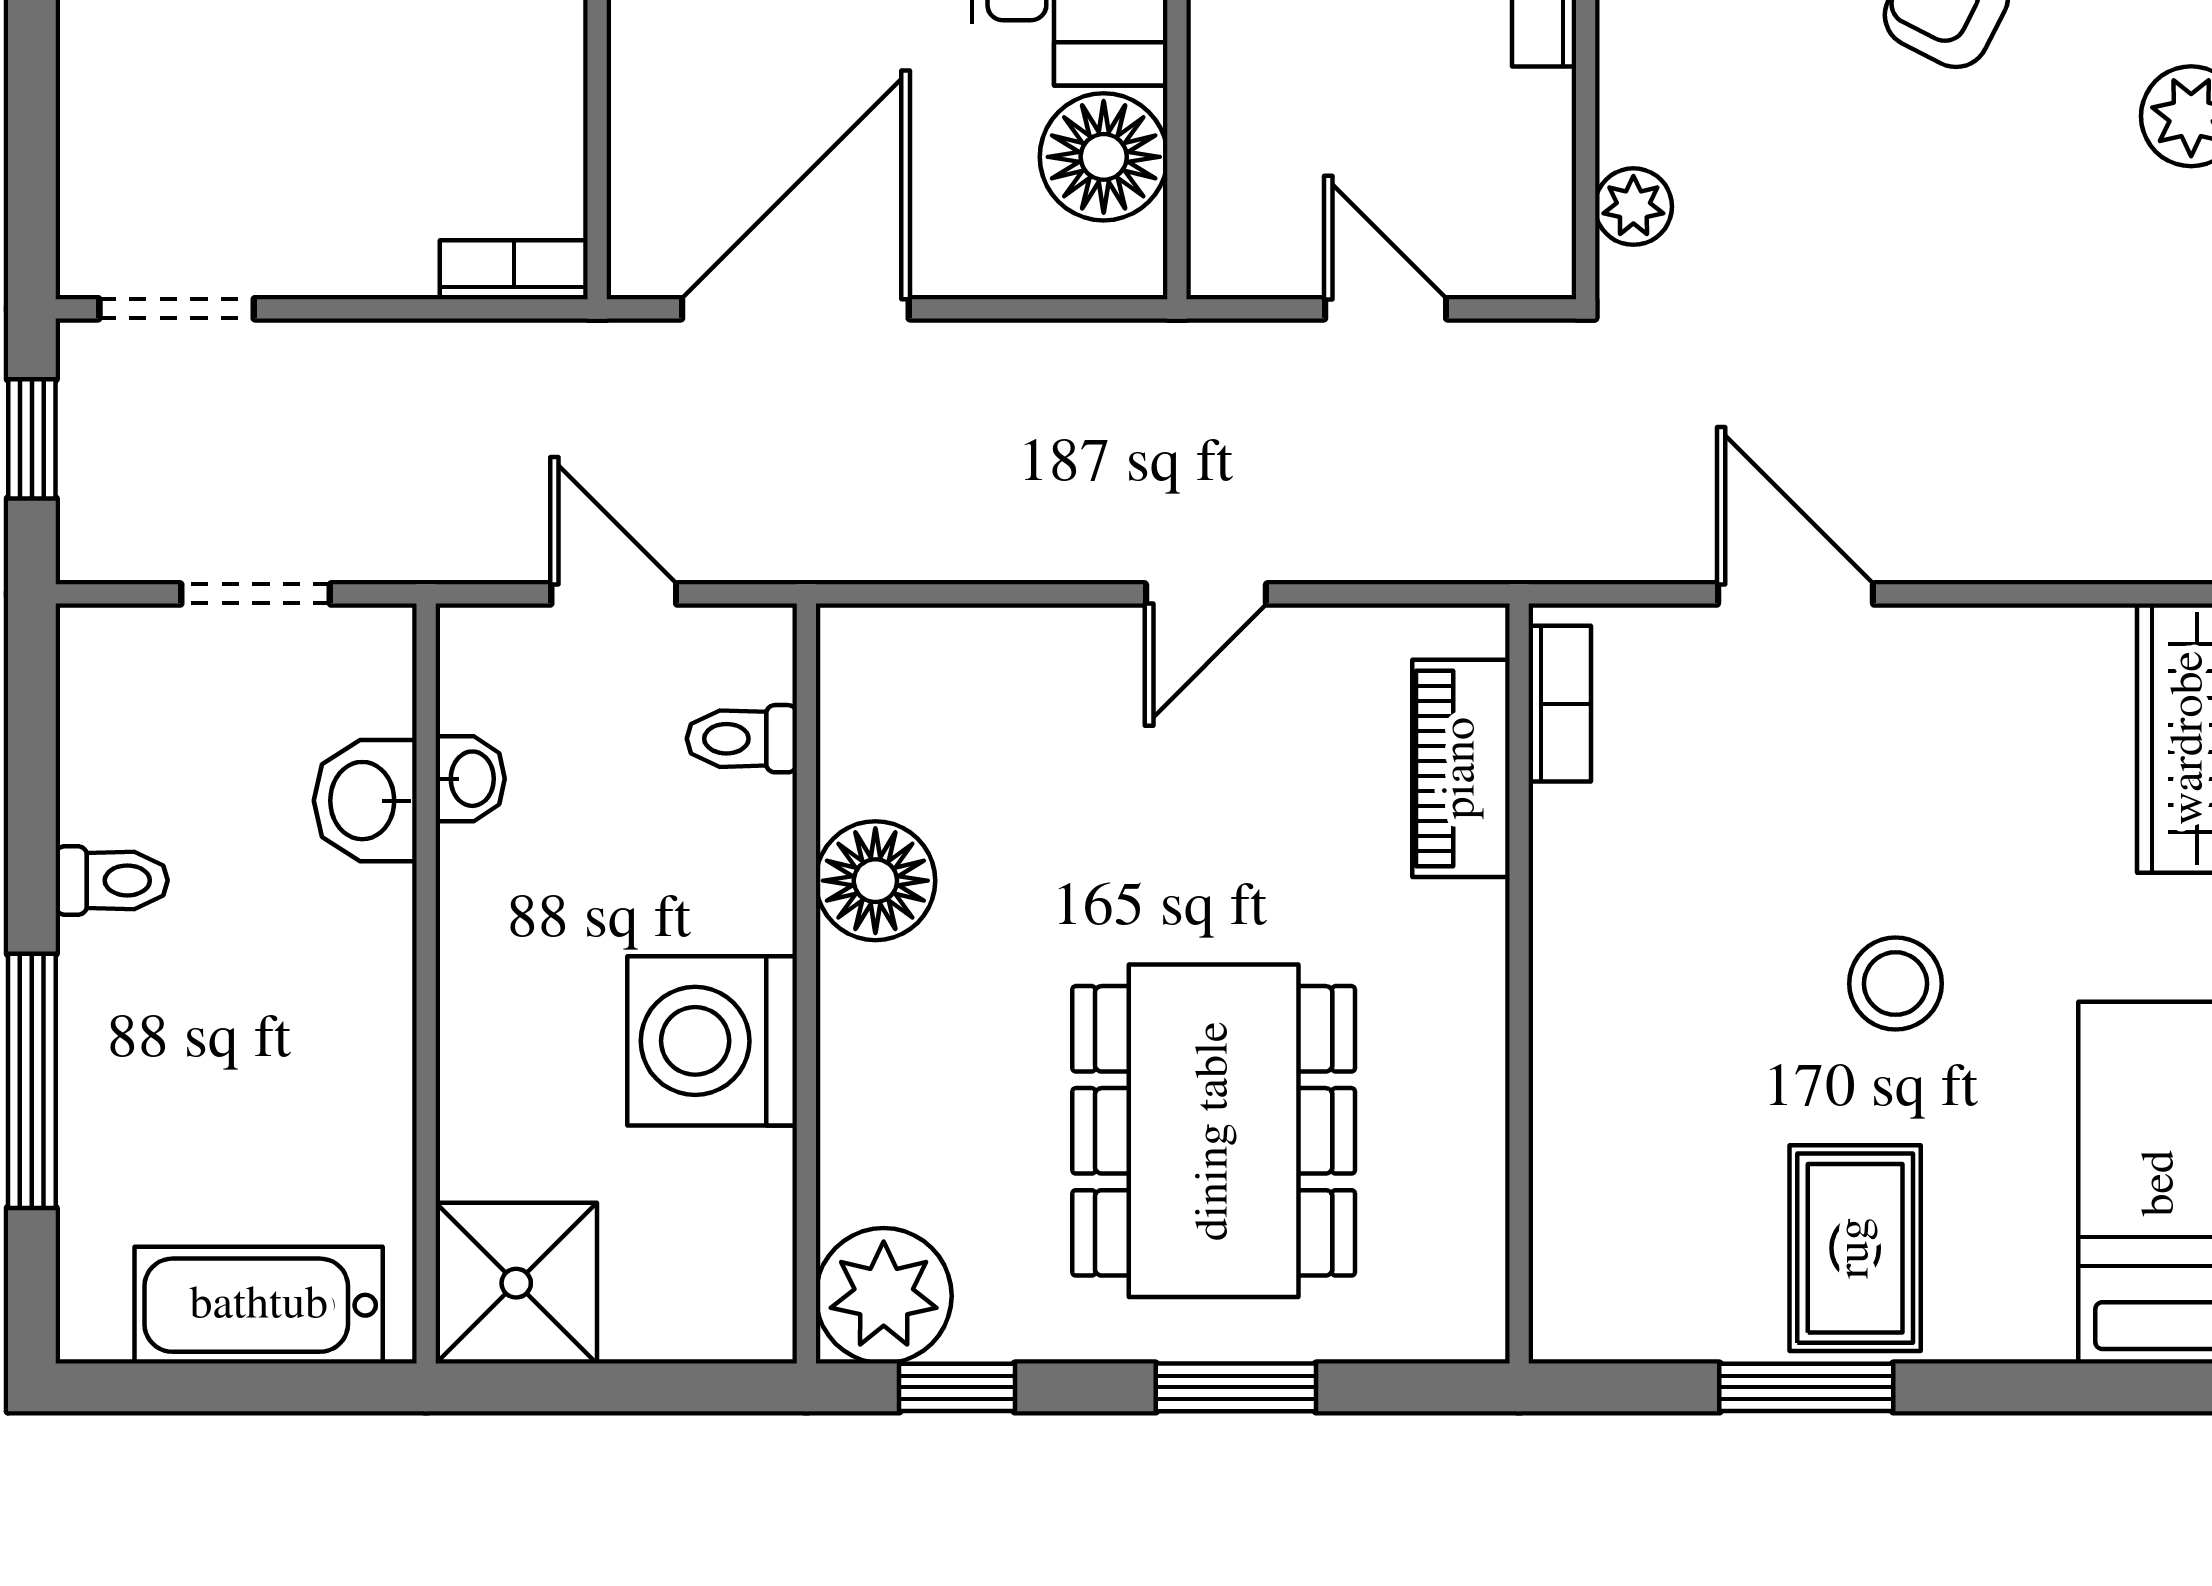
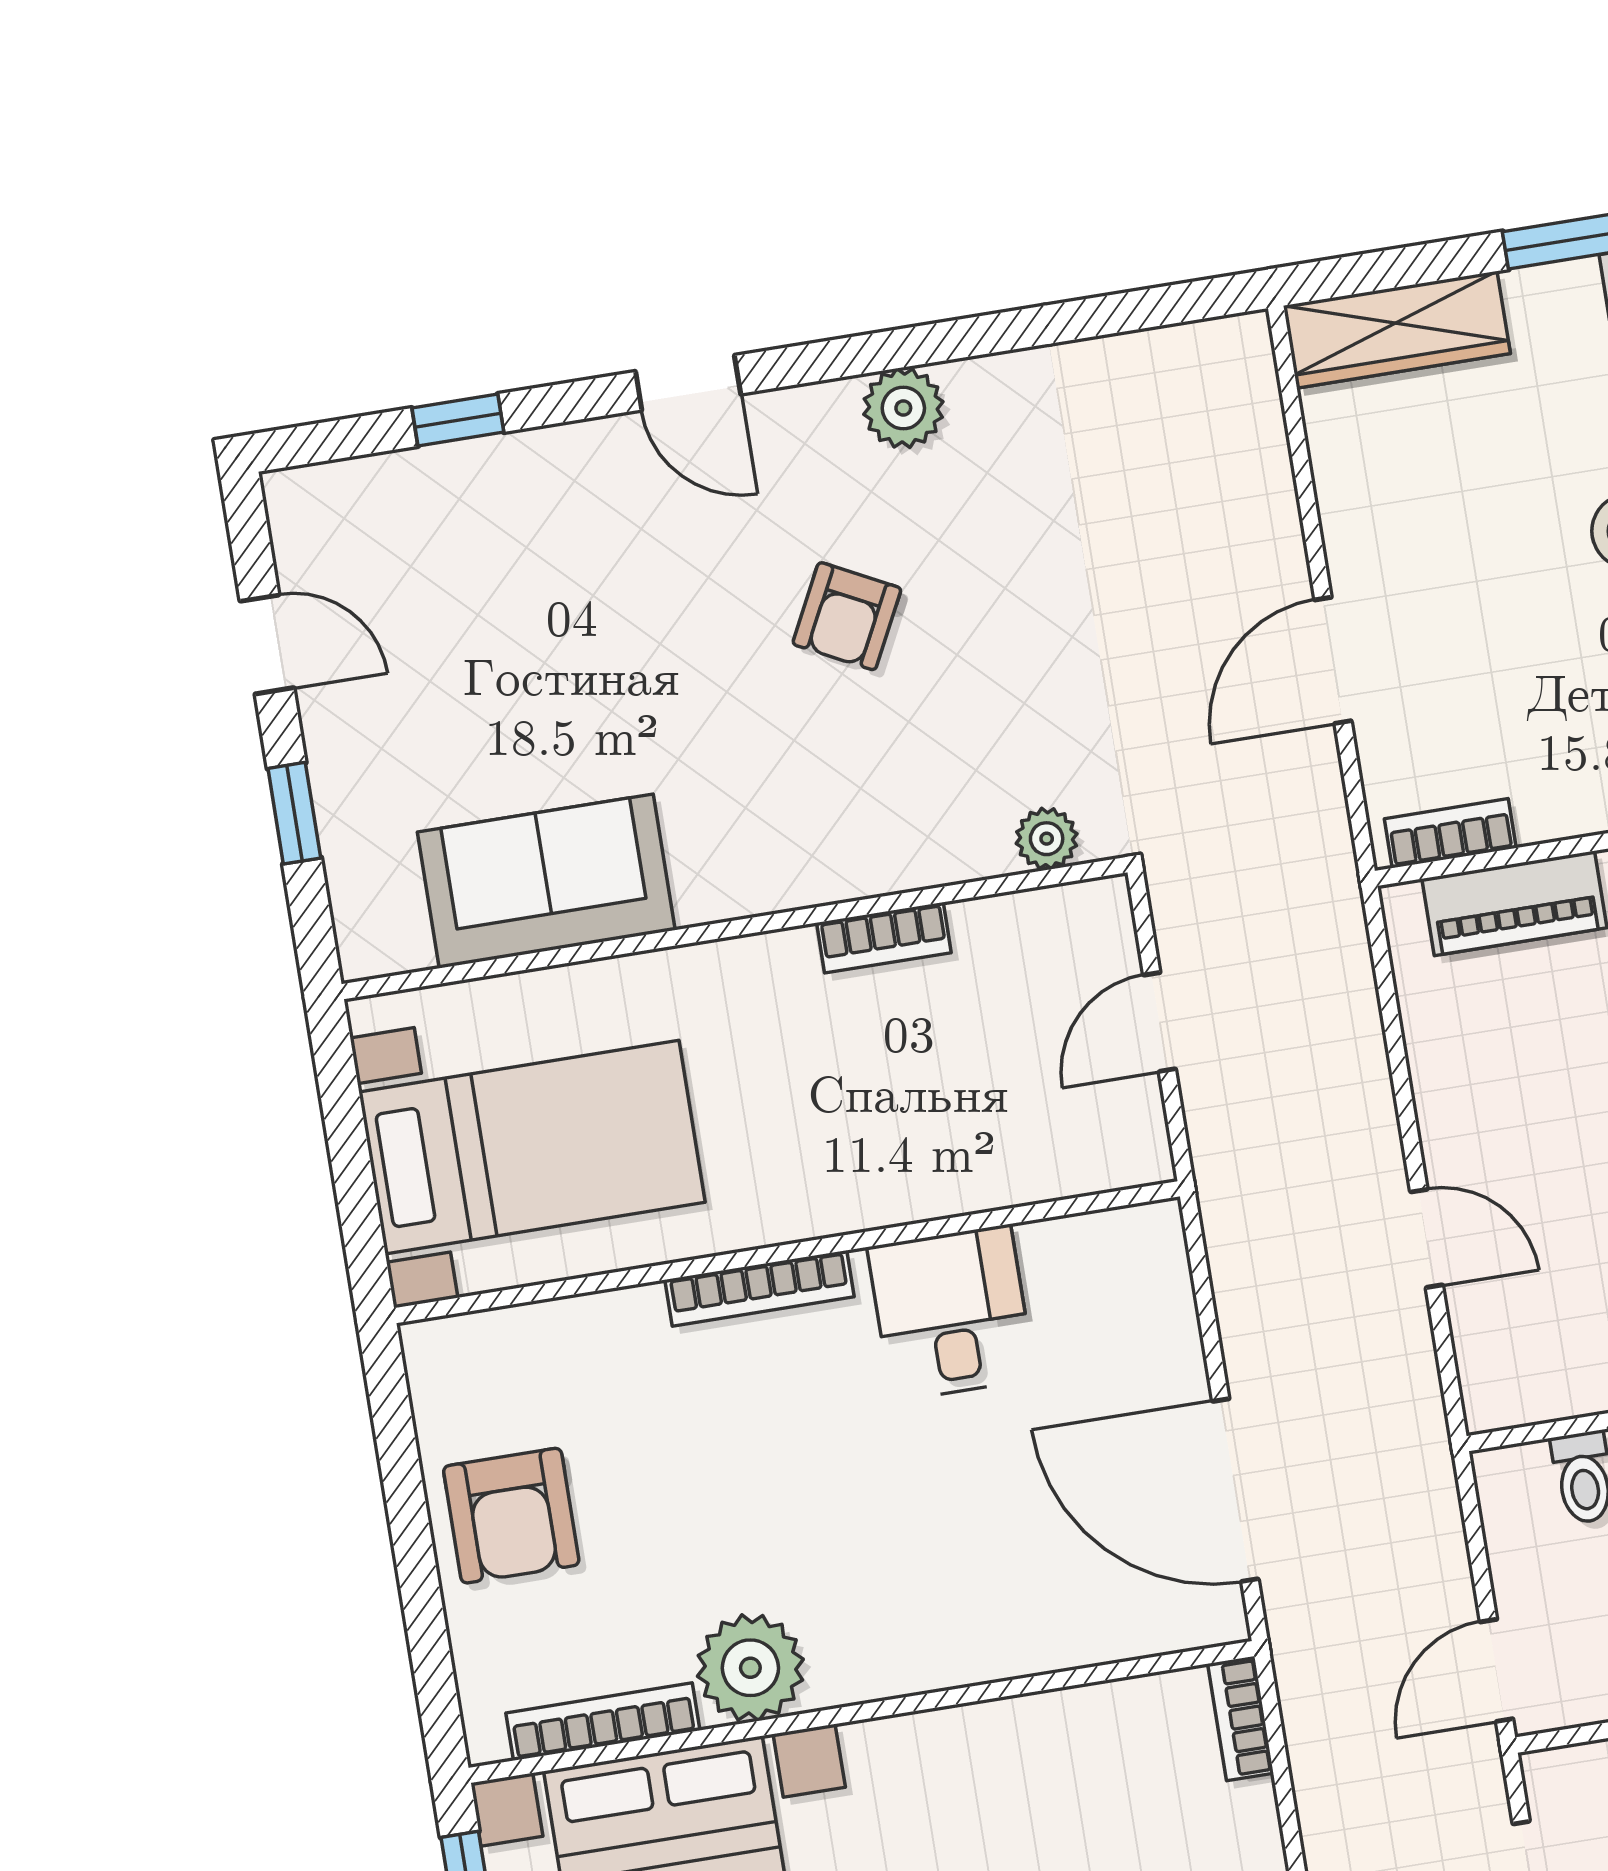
floor lamp: (1104, 157) -> (1075, 1265), removed
door: (614, 594) -> (1497, 1670), moved
door: (1206, 594) -> (1427, 1238), moved

